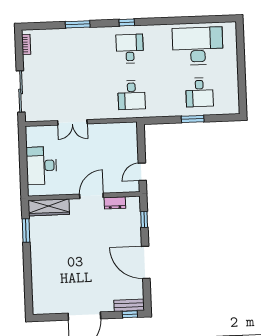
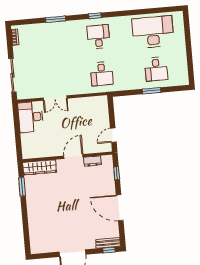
desk: (41, 166) -> (31, 117), moved

